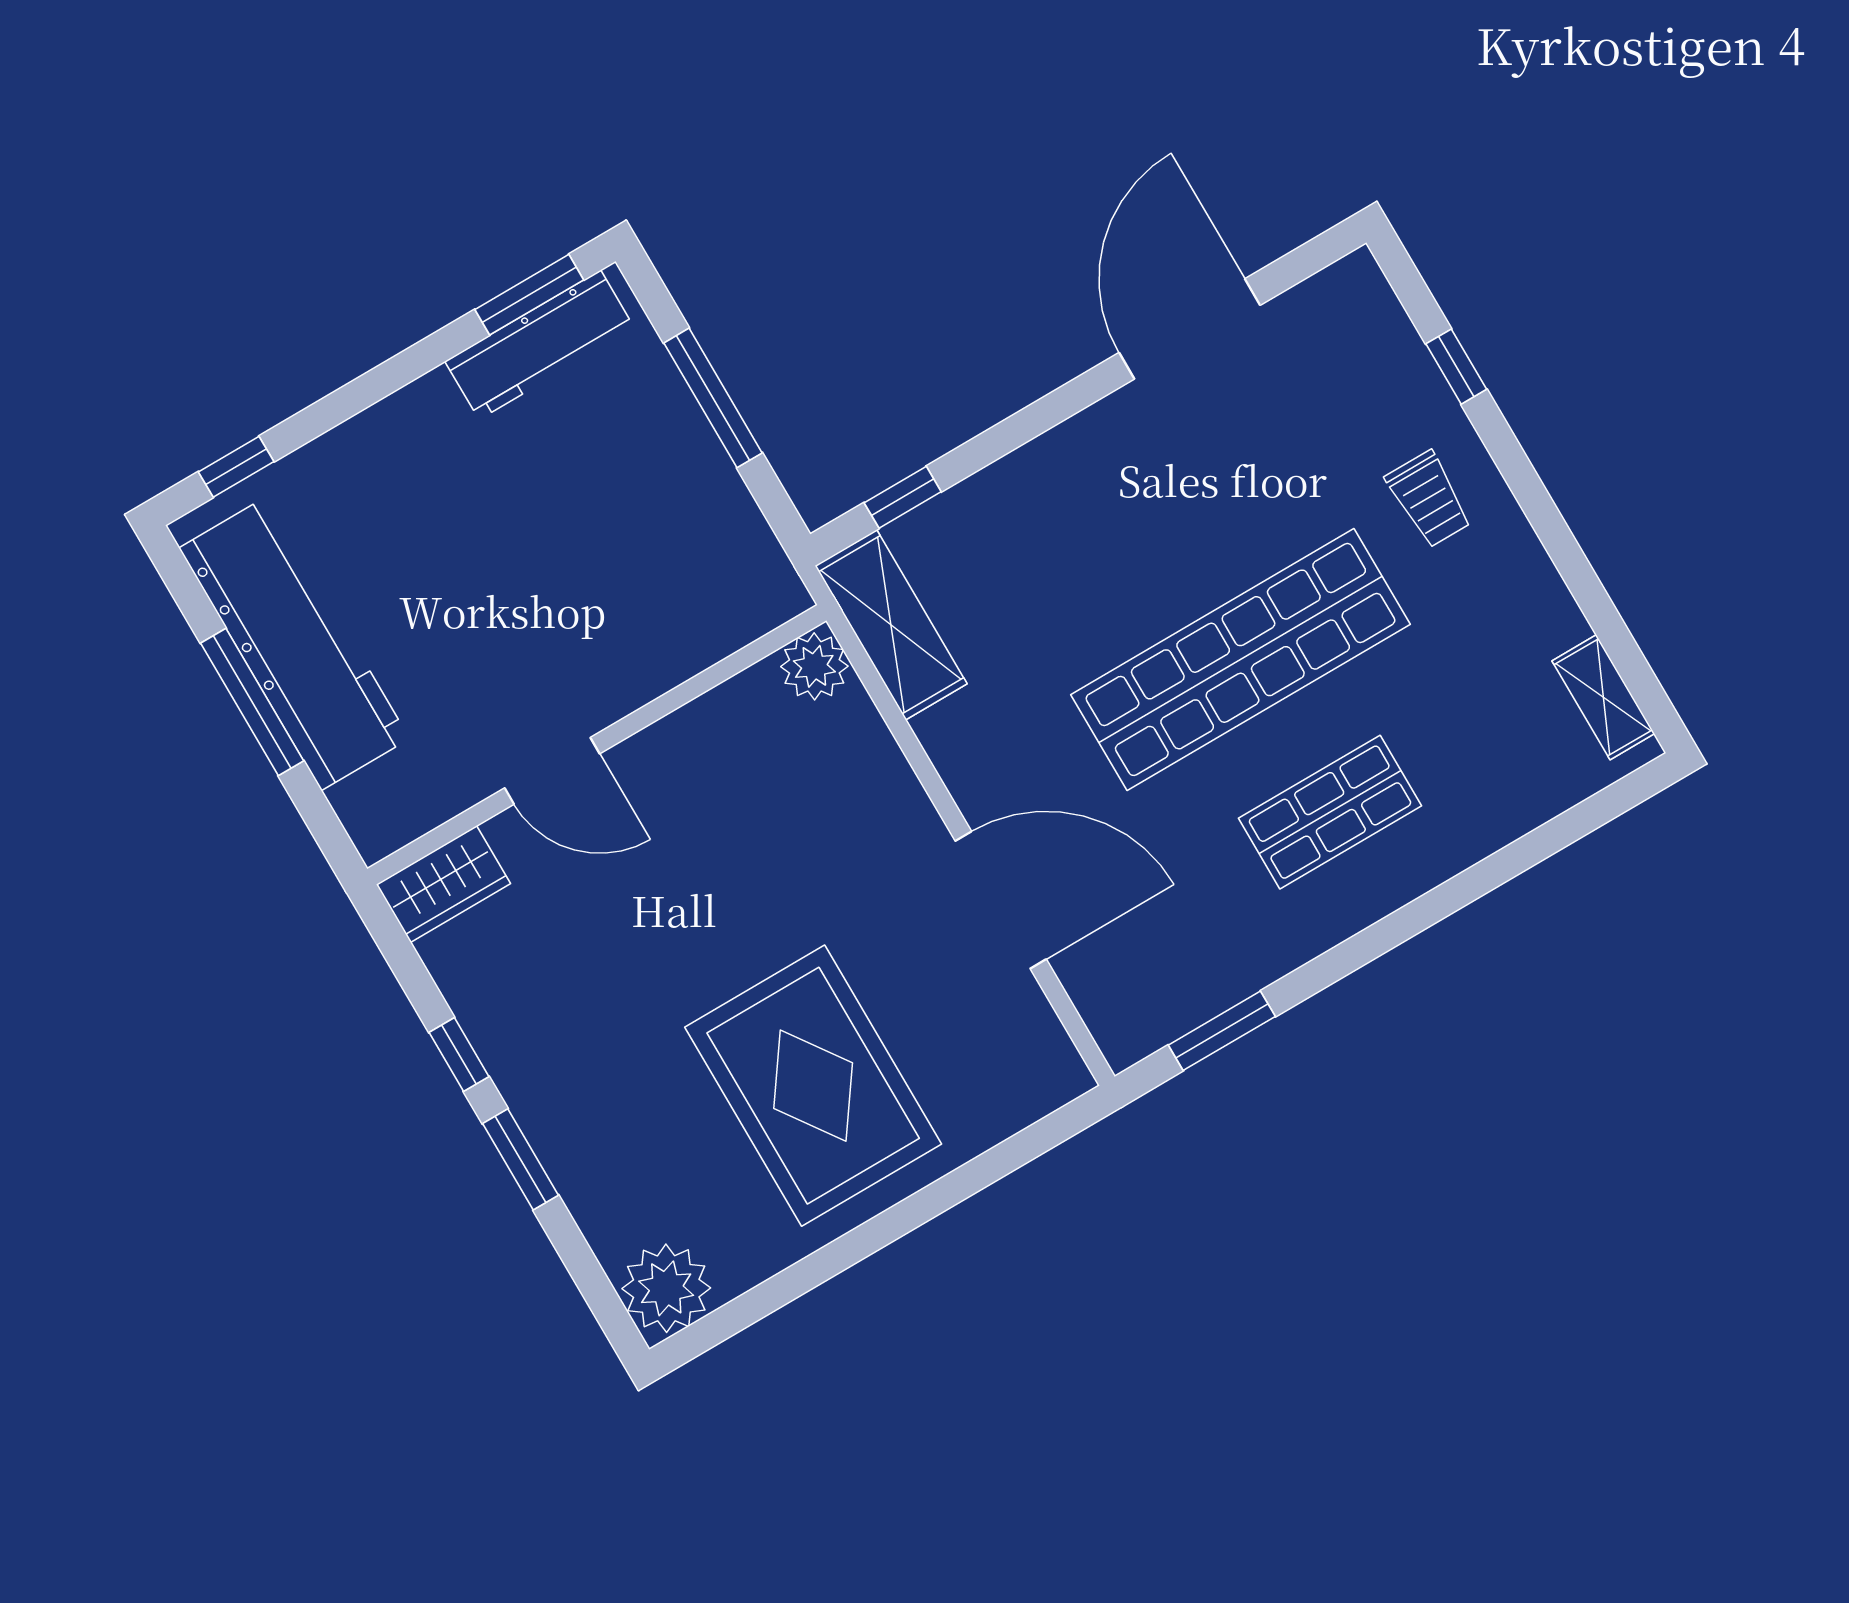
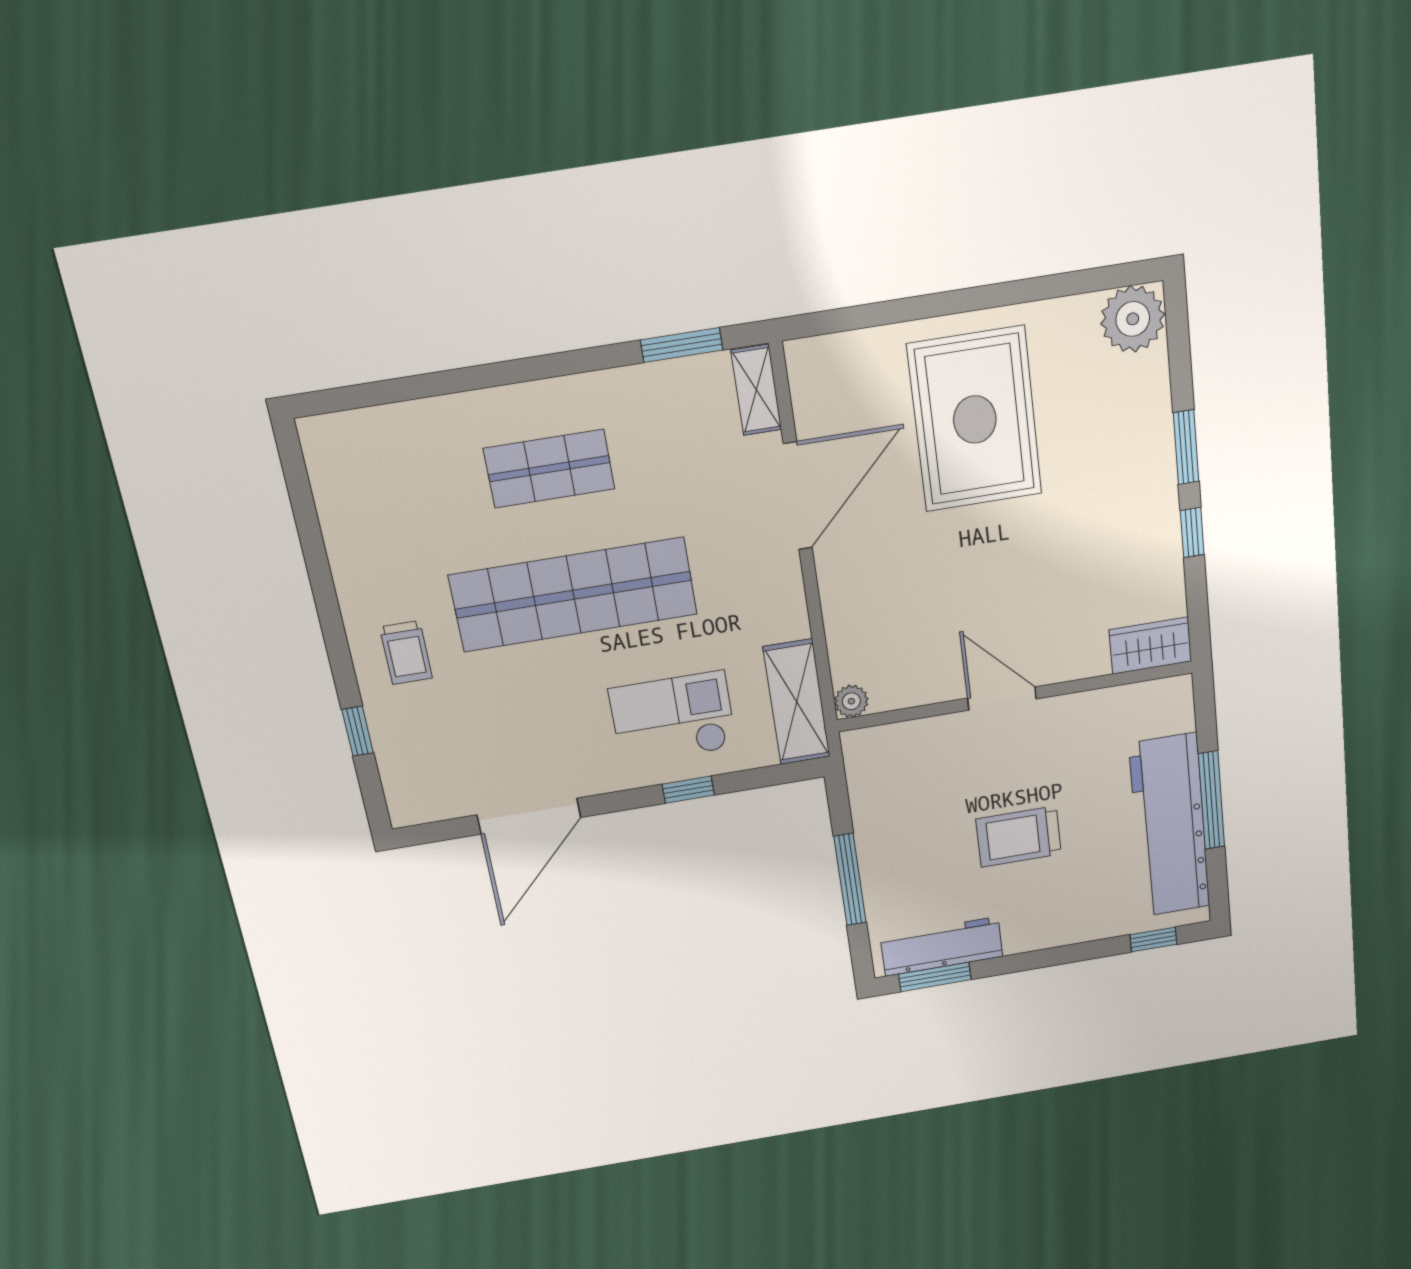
window: (903, 497) -> (688, 790), moved
trolley: (1429, 499) -> (406, 653), turned 180
checkout: (1048, 540) -> (673, 718), added
trolley: (502, 548) -> (1019, 837), added
plant: (814, 666) -> (851, 701), width x0.73, depth x0.73
shelving: (1603, 697) -> (756, 390), moved
door: (552, 771) -> (1002, 699), moved
door: (1001, 900) -> (798, 496), swing flipped

